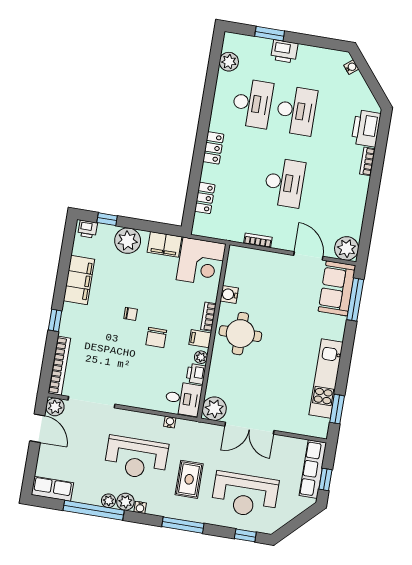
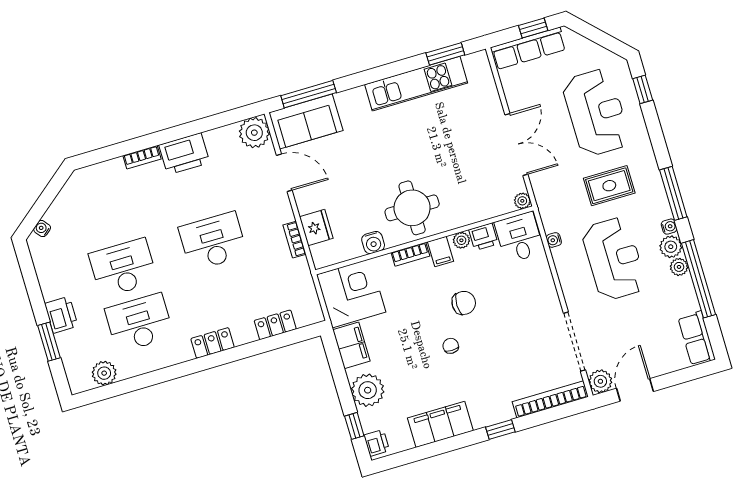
printer: (366, 128) -> (184, 154), moved
door: (308, 256) -> (284, 173), swing flipped
fridge: (259, 260) -> (316, 228), added
plant: (214, 409) -> (522, 201), width x0.53, depth x0.53
window: (183, 525) -> (673, 193), moved

